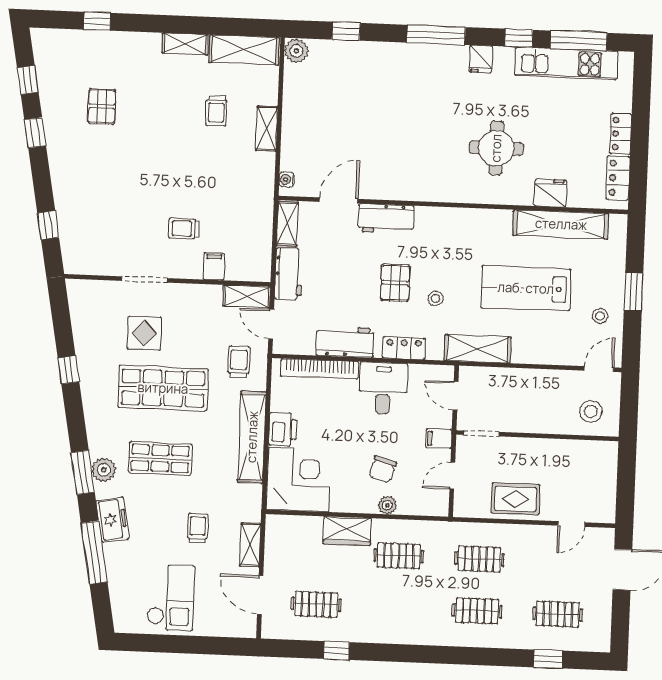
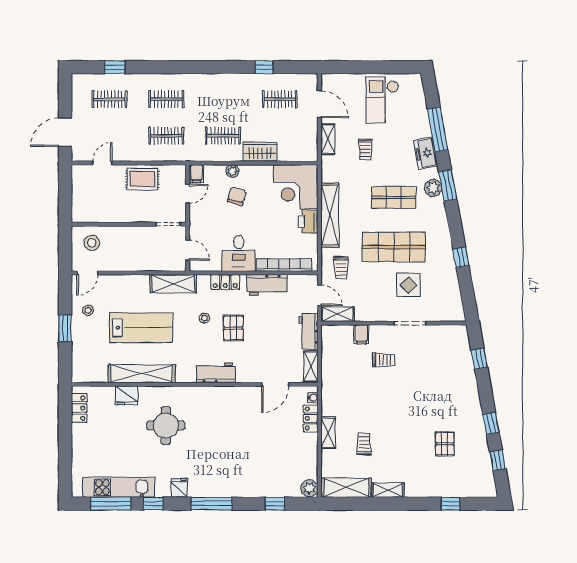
locker: (621, 134) -> (311, 418), moved, turned 180
workbench: (386, 219) -> (216, 373), moved
shelving: (561, 224) -> (142, 374), moved
filing cabinet: (439, 439) -> (196, 174), moved, turned 90

